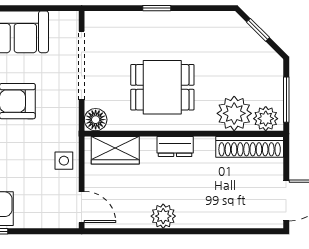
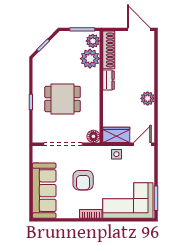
dining table: (162, 87) -> (63, 99), moved, turned 90
dresser: (175, 147) -> (109, 80), moved
wardrobe: (115, 150) -> (116, 135), moved, turned -90

